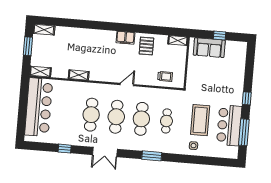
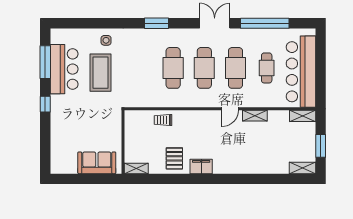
window: (220, 36) -> (85, 179), removed
trolley: (165, 76) -> (163, 120), moved
door: (127, 85) -> (230, 109), moved
cafe table: (166, 121) -> (267, 68), moved
window: (65, 149) -> (265, 23), width x3.17

